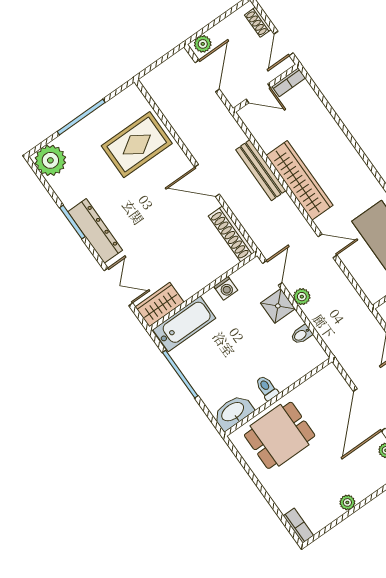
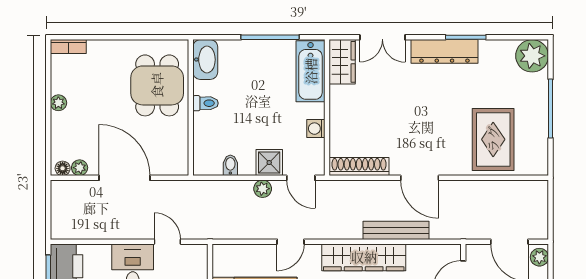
door: (207, 181) -> (420, 178), swing flipped

